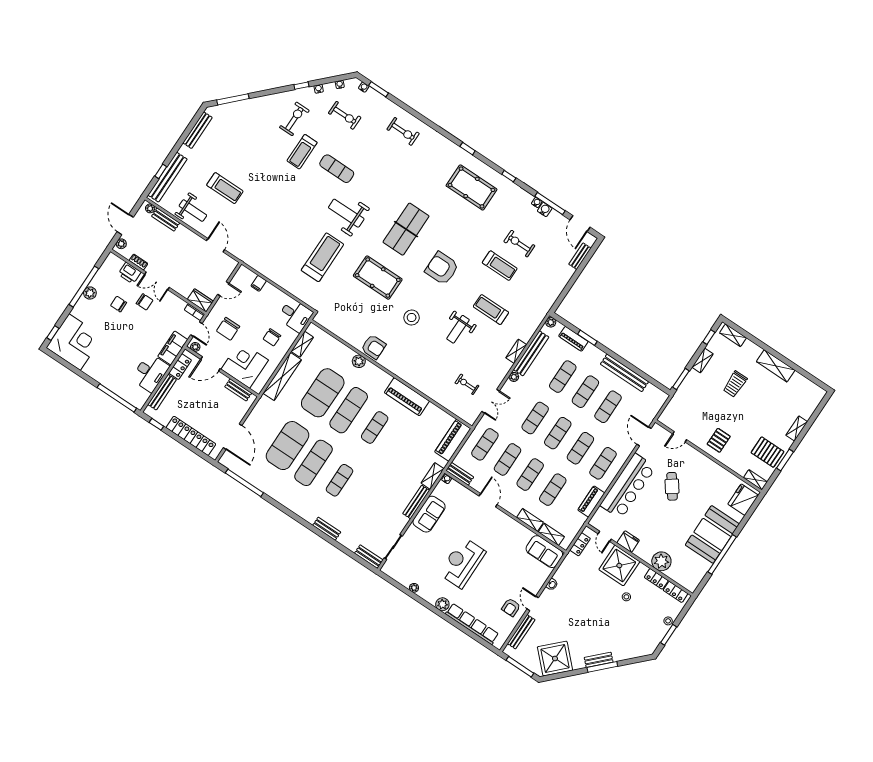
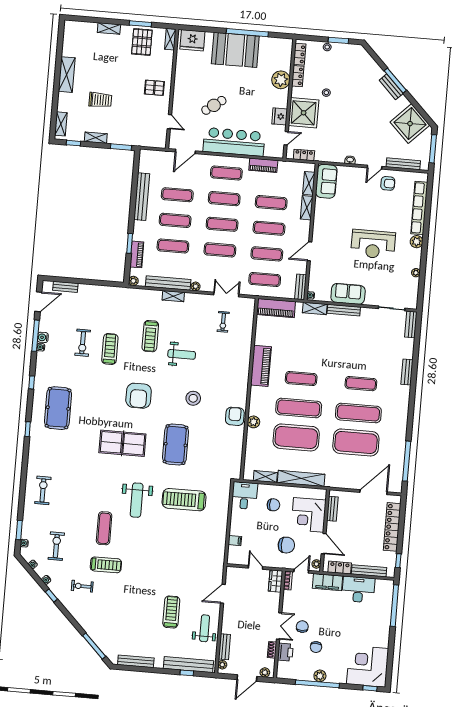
exercise bike: (294, 119) -> (82, 586), width x0.73, depth x0.72

